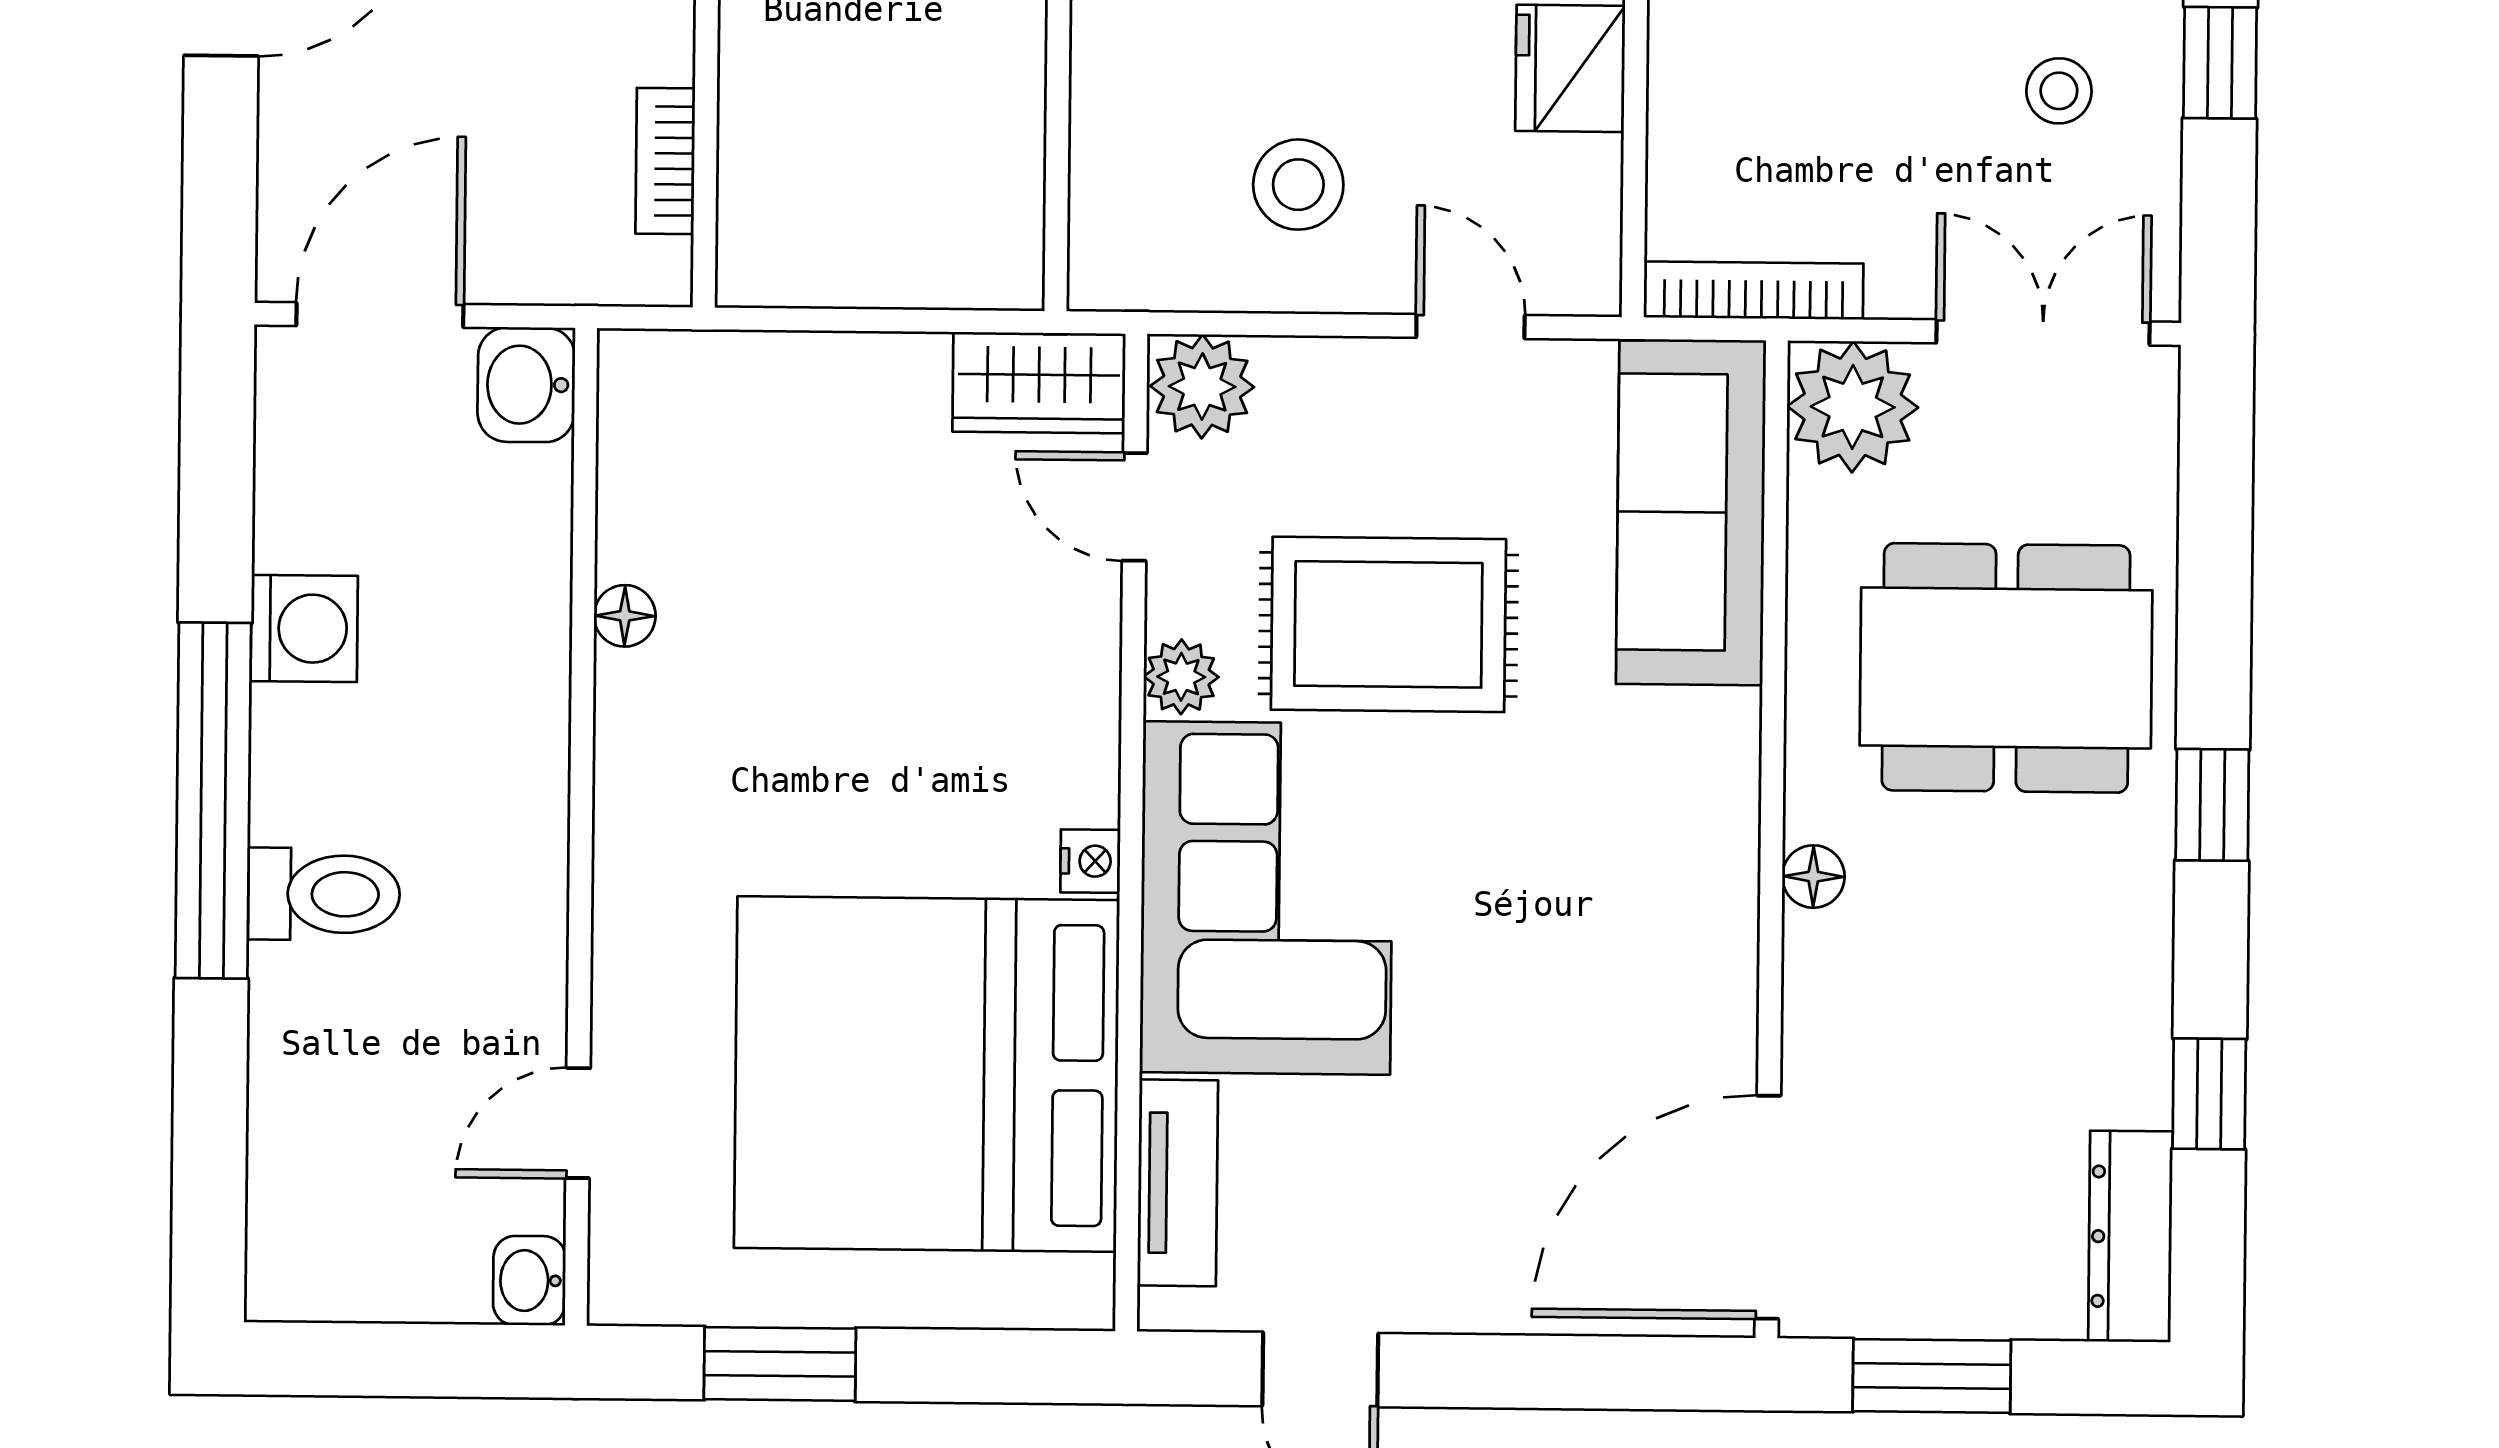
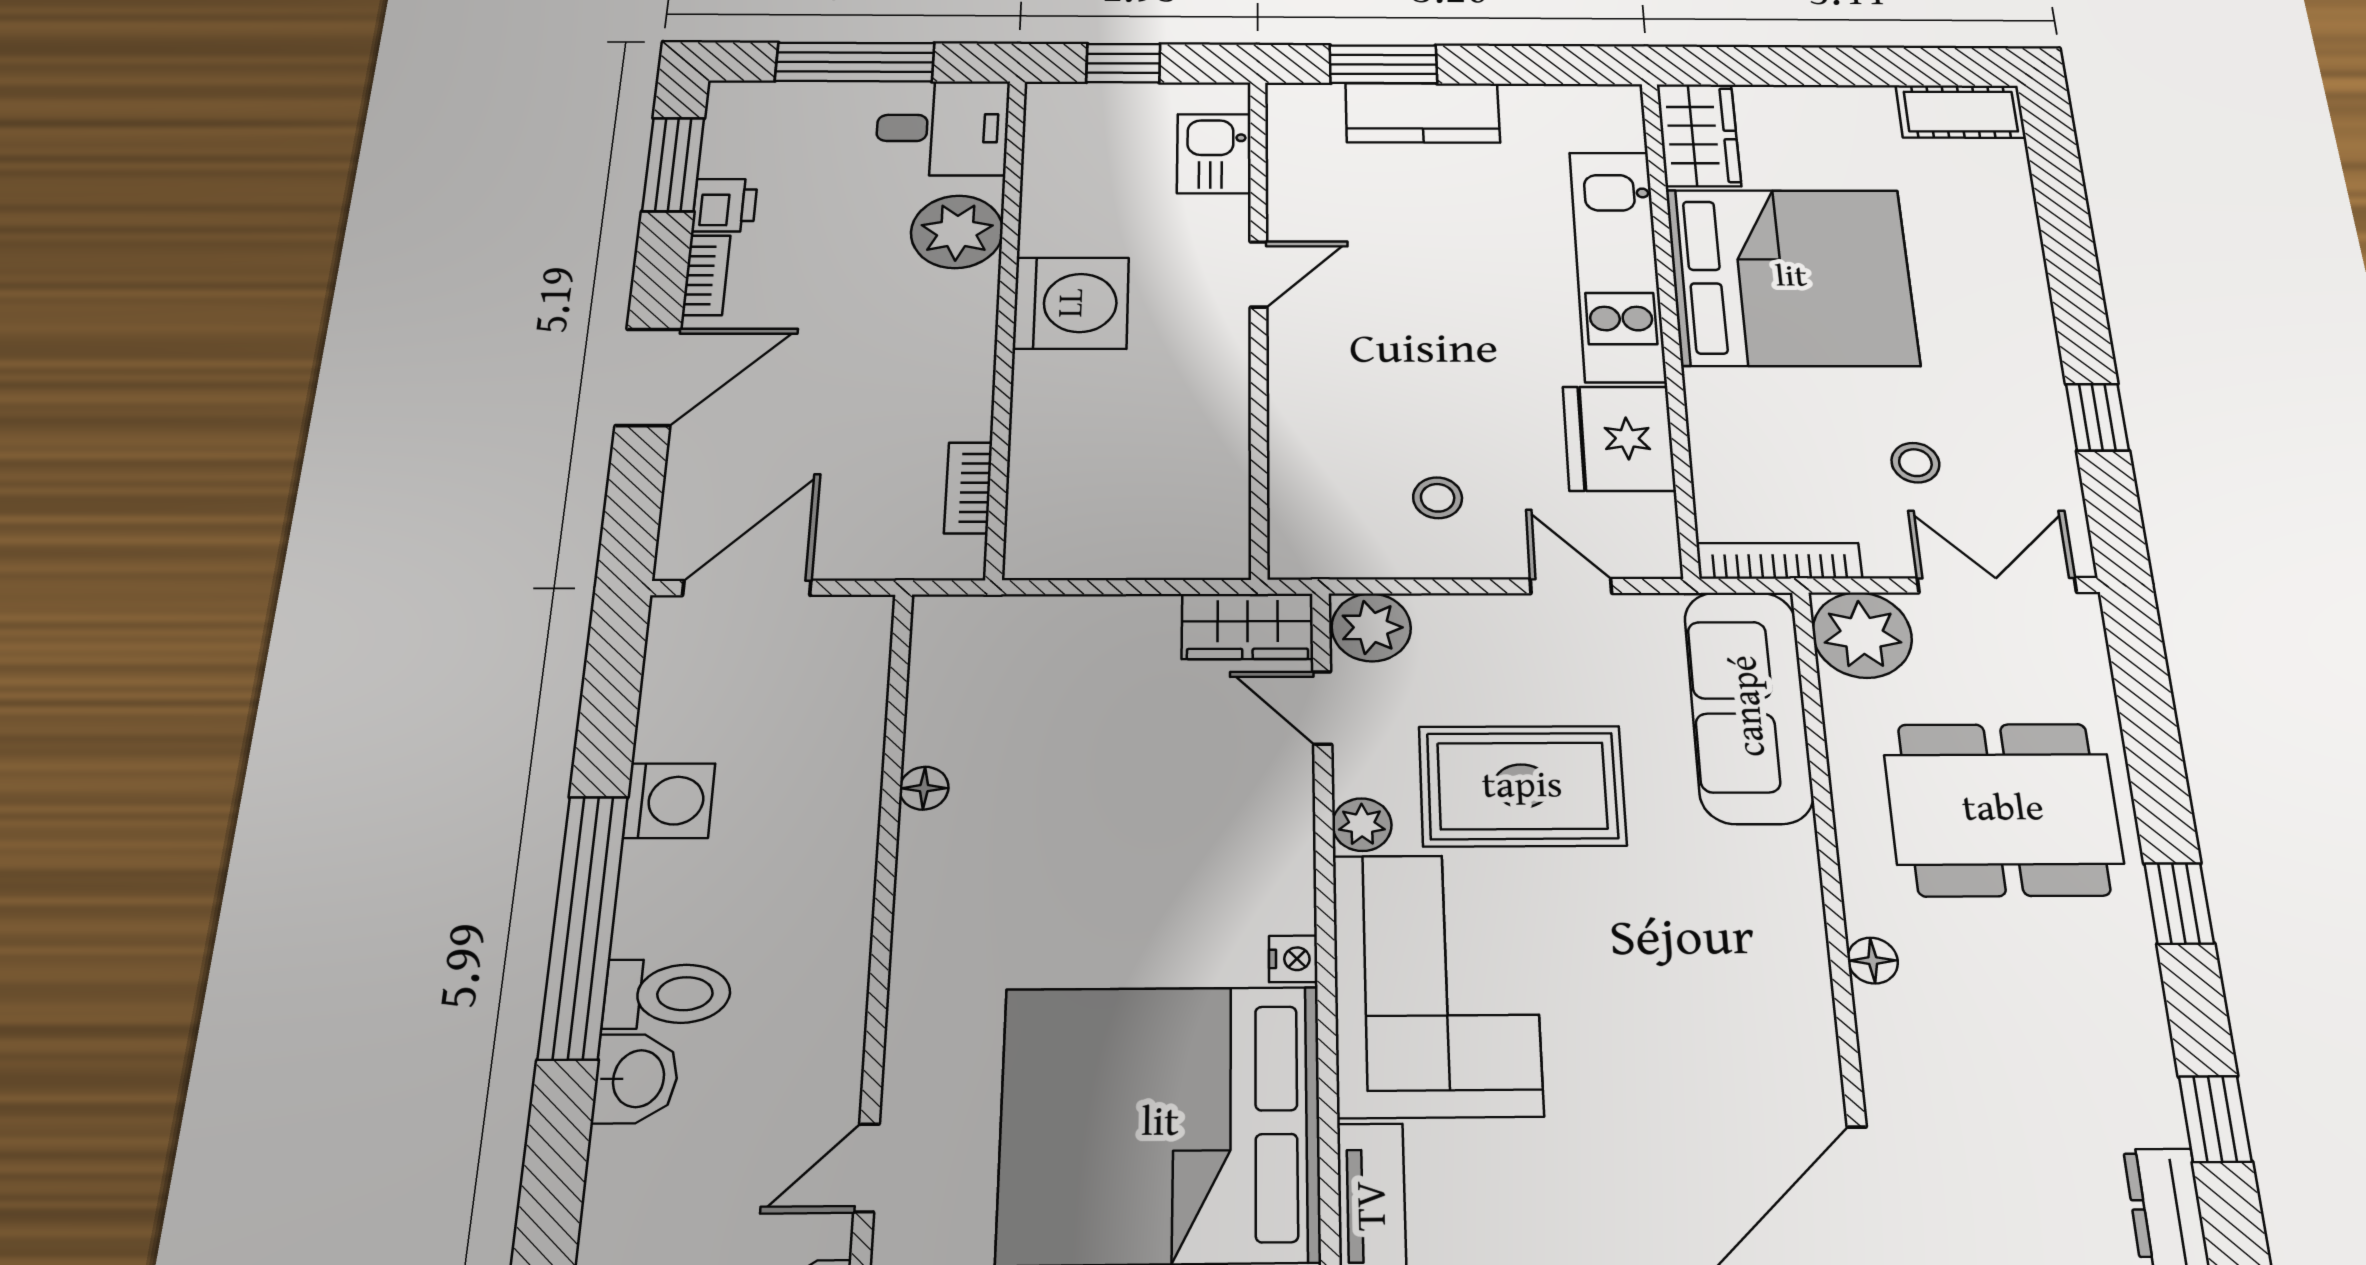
fridge: (1570, 68) -> (1619, 438), width x1.36, depth x1.34
stool: (2059, 91) -> (1915, 463), moved
stool: (1298, 185) -> (1438, 498), width x0.73, depth x0.73
washbasin: (526, 385) -> (636, 1079), moved, turned 180

